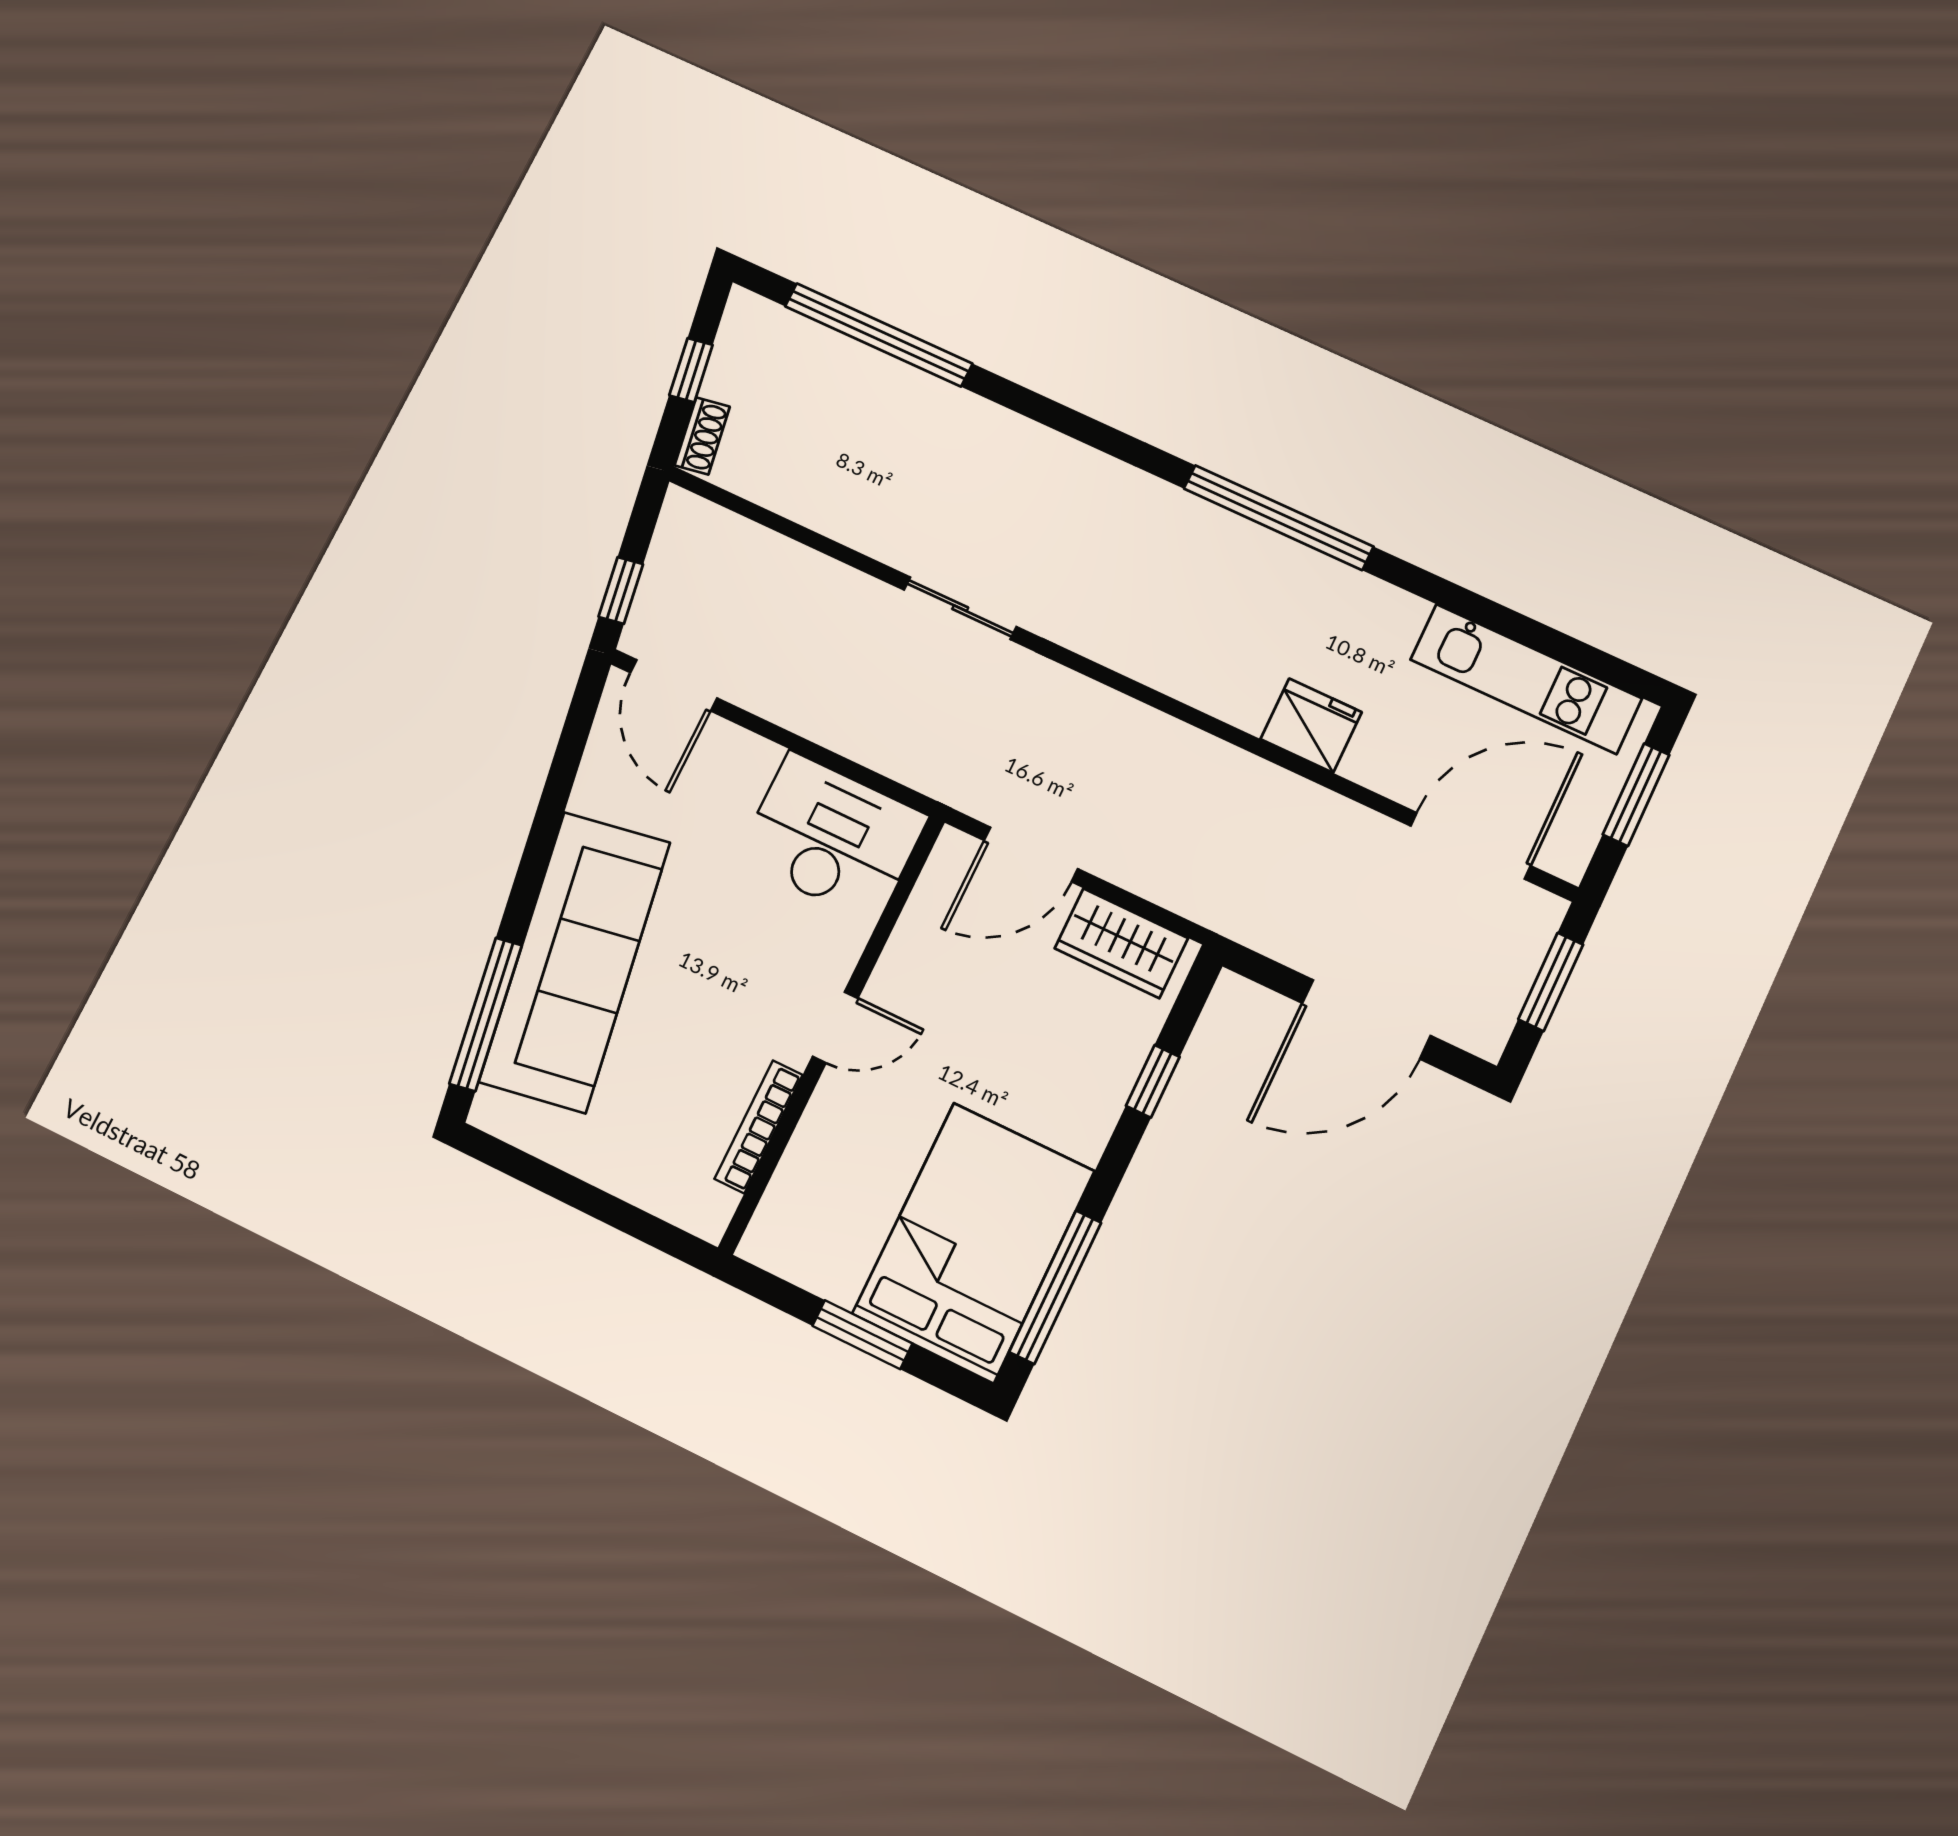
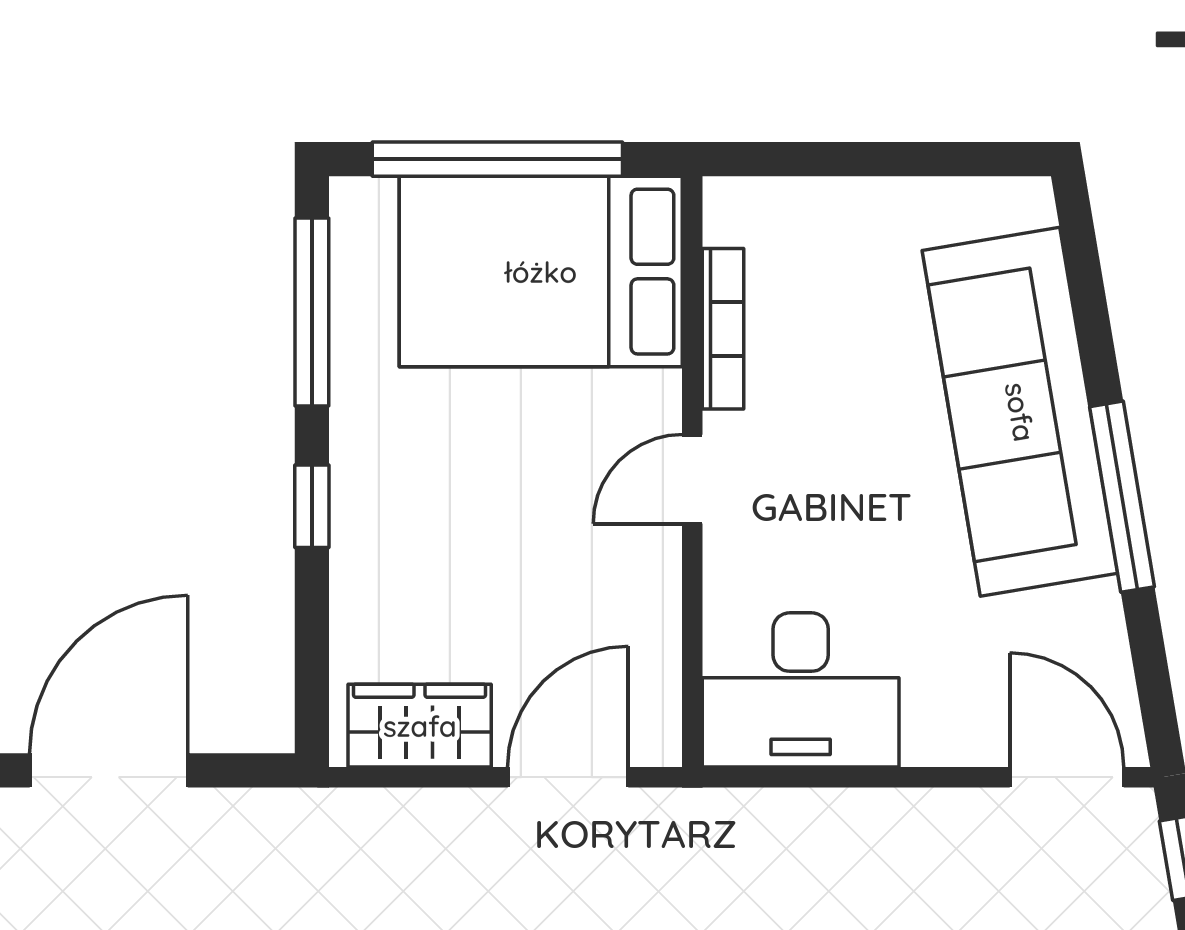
window: (486, 1014) -> (1122, 497), moved
window: (1153, 1081) -> (312, 506), moved
bed: (974, 1242) -> (541, 272), moved, turned 90
window: (862, 1335) -> (497, 159), width x2.11

